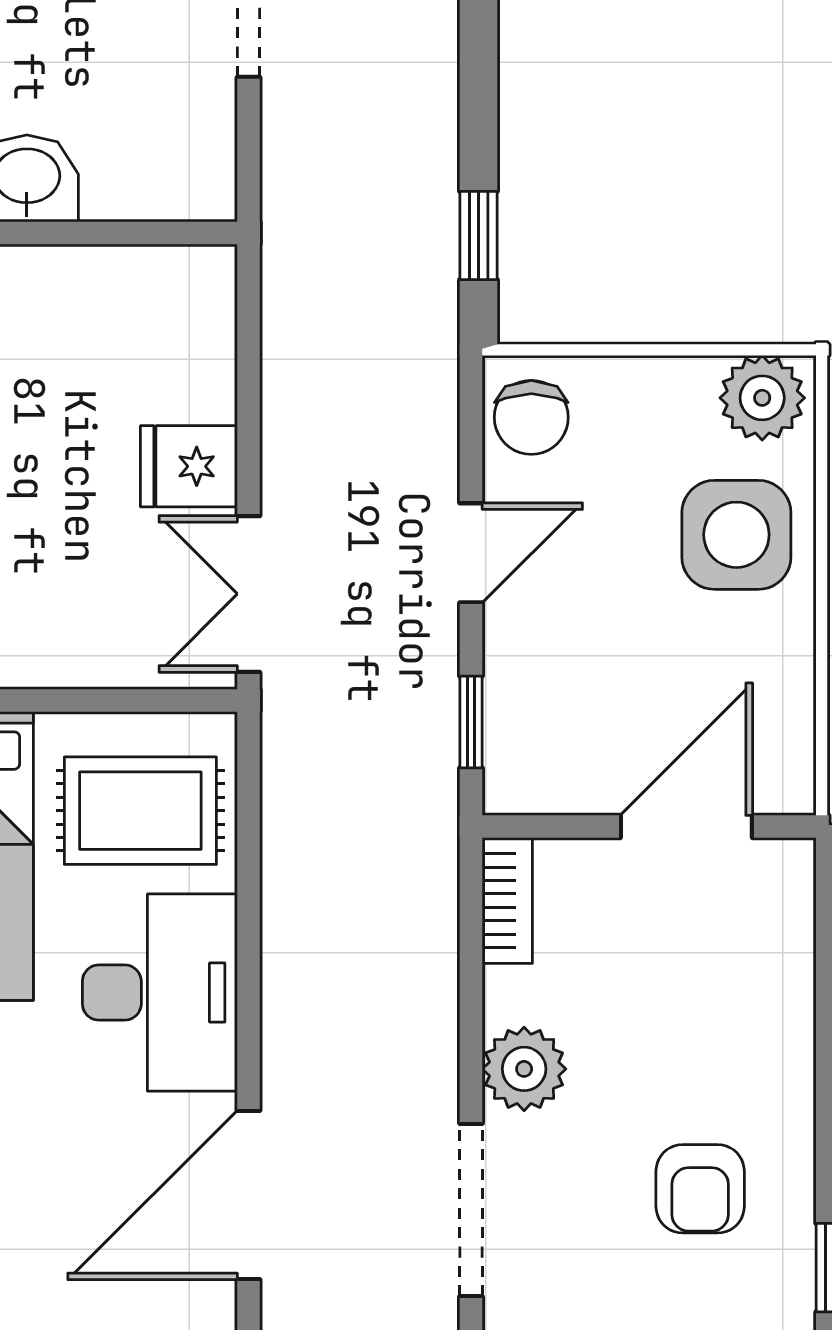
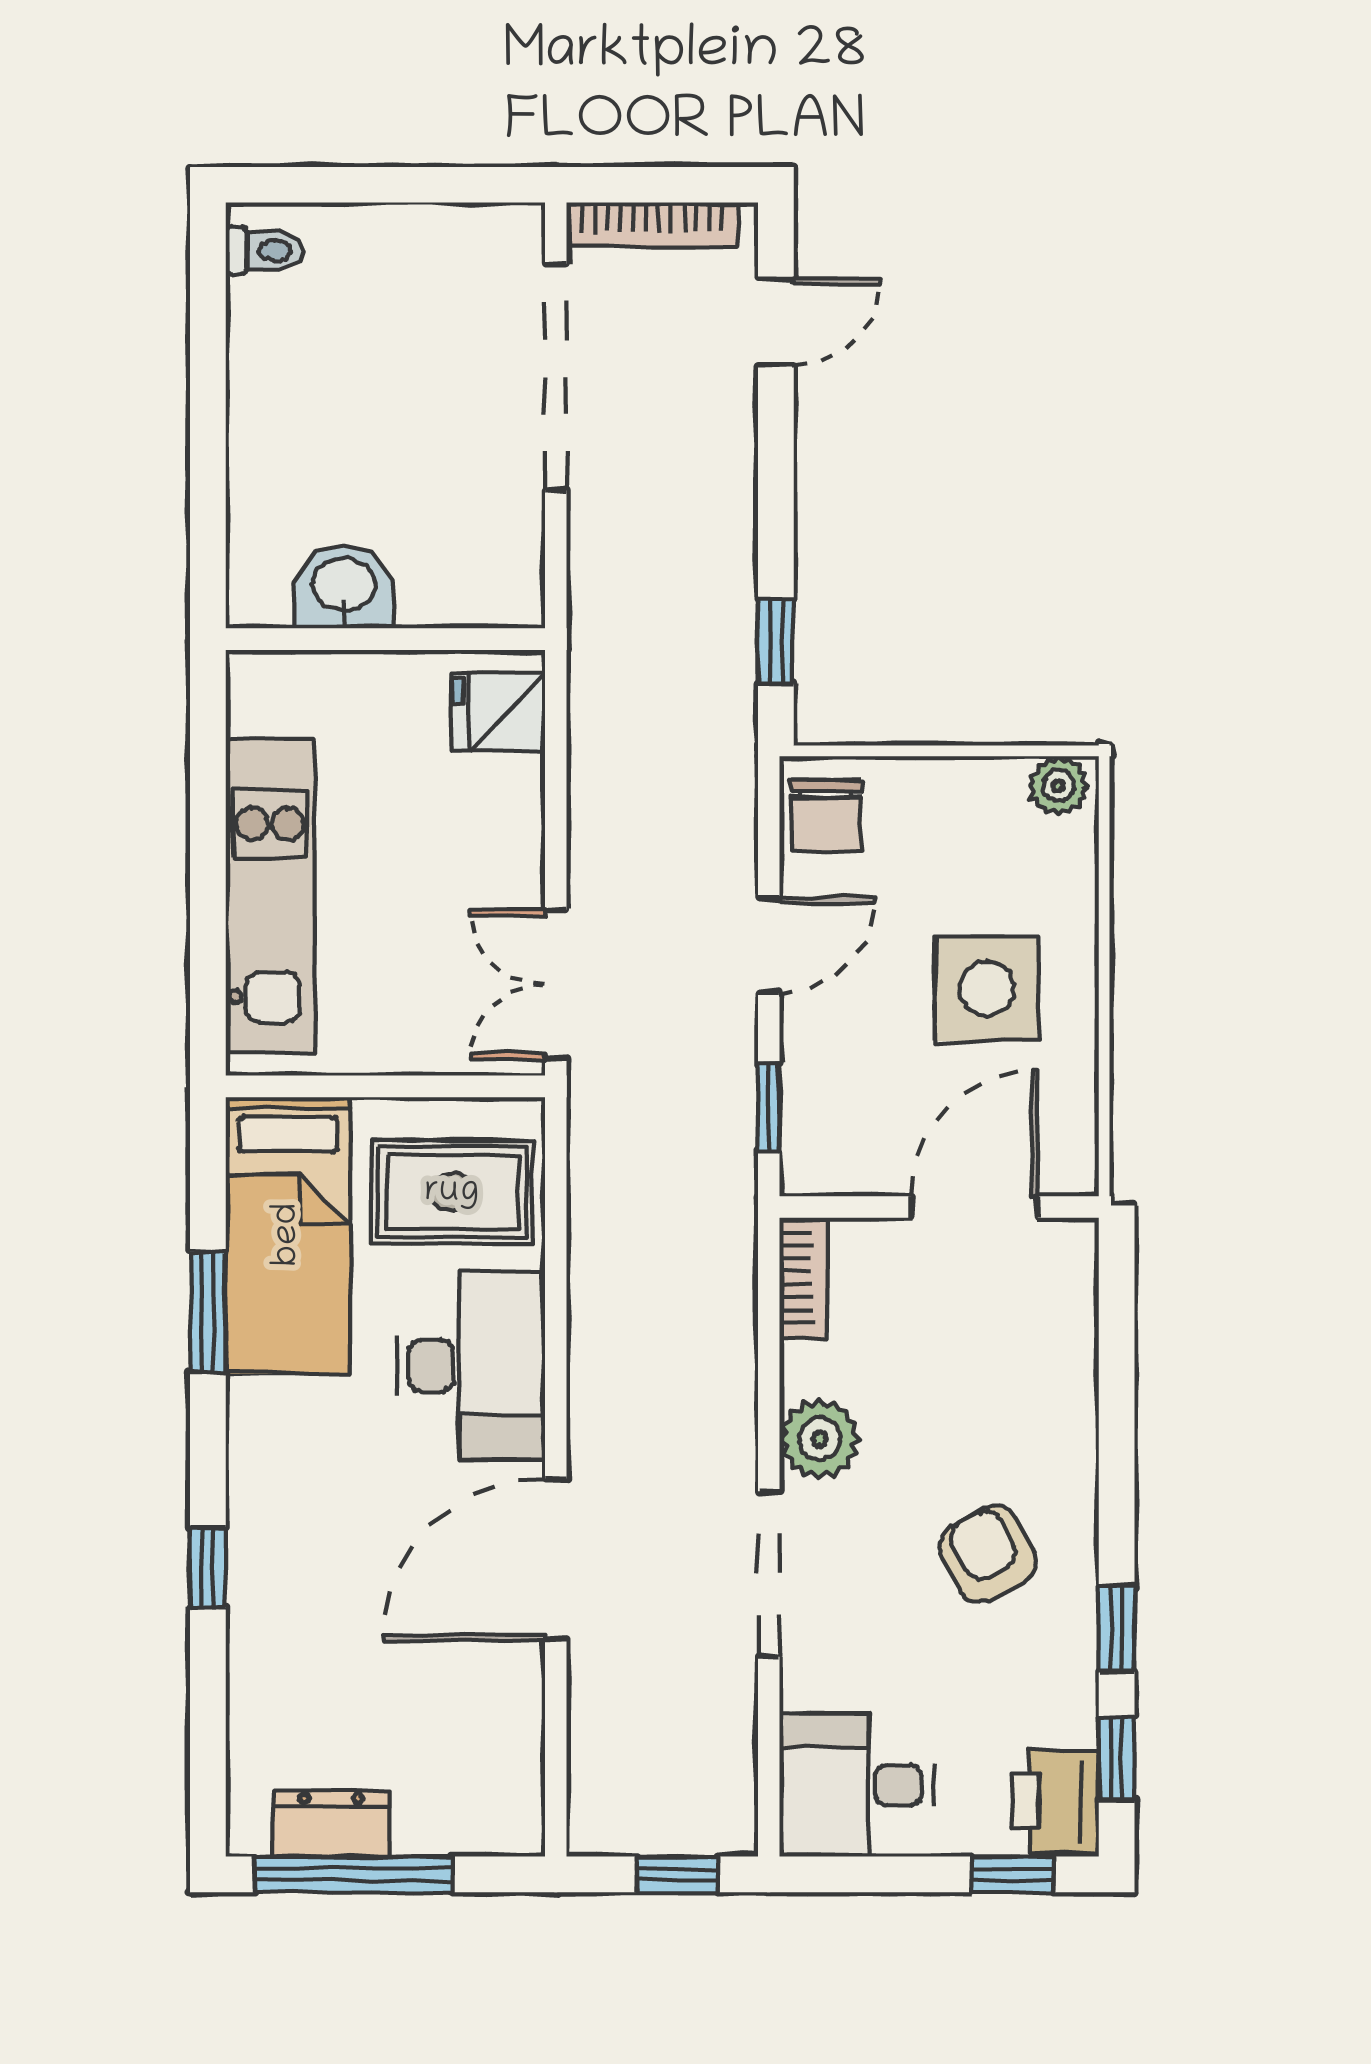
plant: (762, 398) -> (1058, 786), width x0.73, depth x0.73
fridge: (189, 466) -> (499, 712), moved
side table: (736, 535) -> (987, 989), moved
armchair: (700, 1189) -> (988, 1554), turned 152

